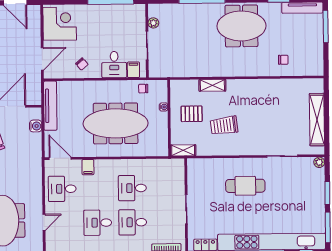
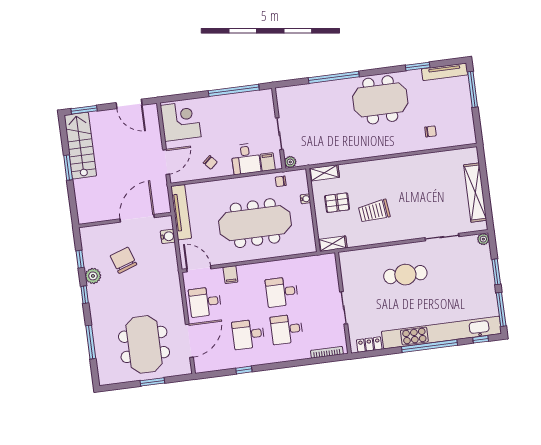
plant: (153, 23) -> (290, 162), moved
shelving: (212, 85) -> (324, 173), moved
door: (44, 222) -> (189, 341), width x1.88

